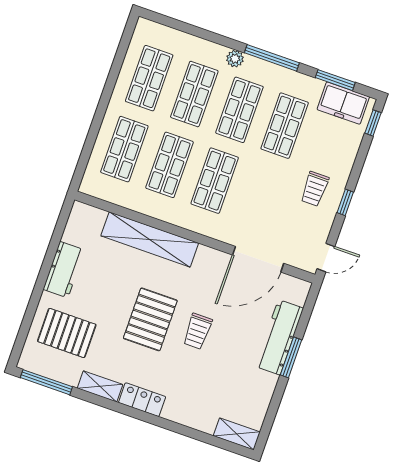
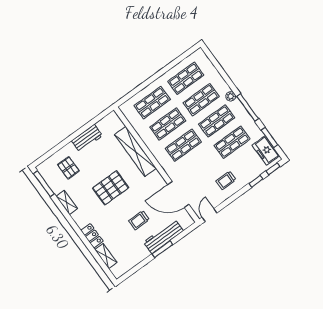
window: (345, 202) -> (256, 181), moved
door: (326, 258) -> (209, 215), swing flipped
trolley: (197, 331) -> (139, 220), moved
pallet: (67, 333) -> (68, 168), width x0.67, depth x0.71
locker: (142, 400) -> (92, 236), moved
shelving: (237, 434) -> (106, 256), moved

